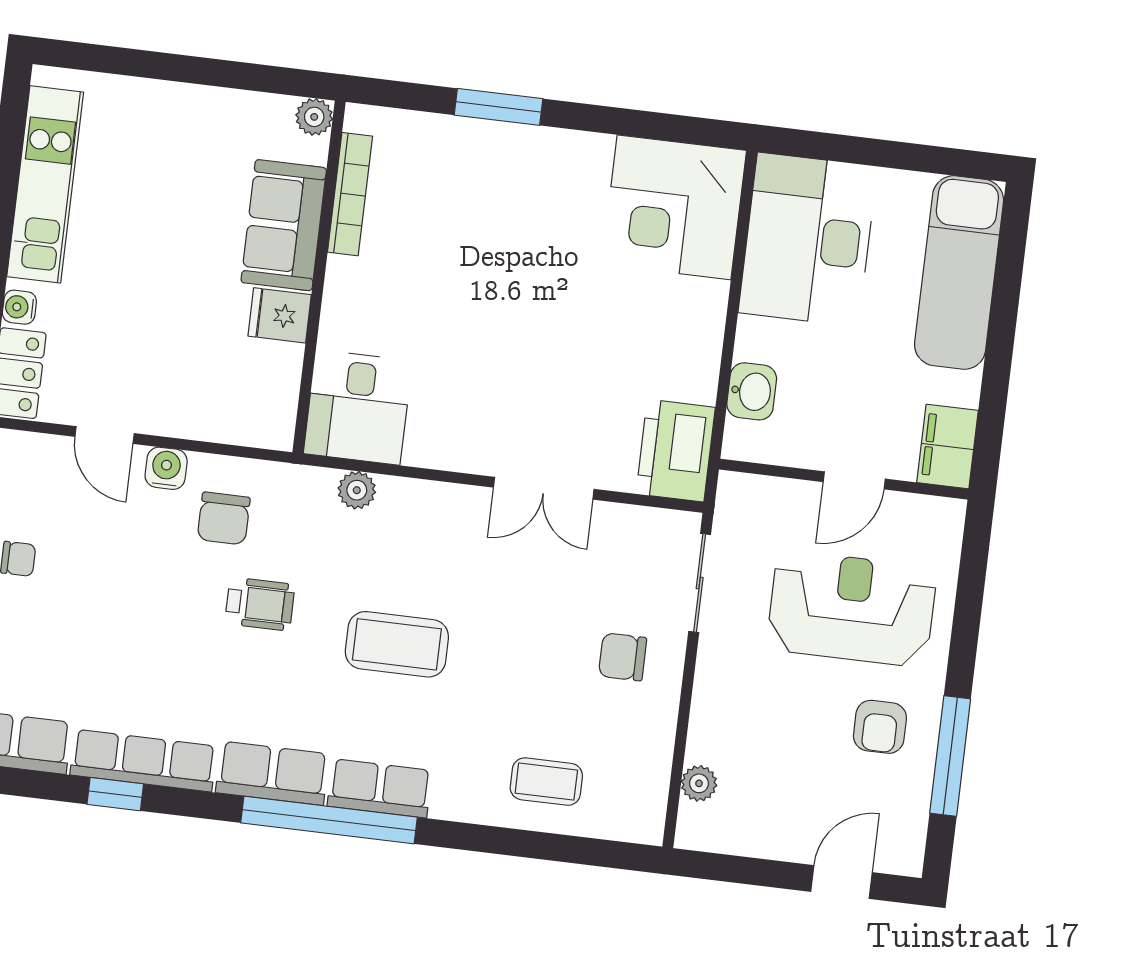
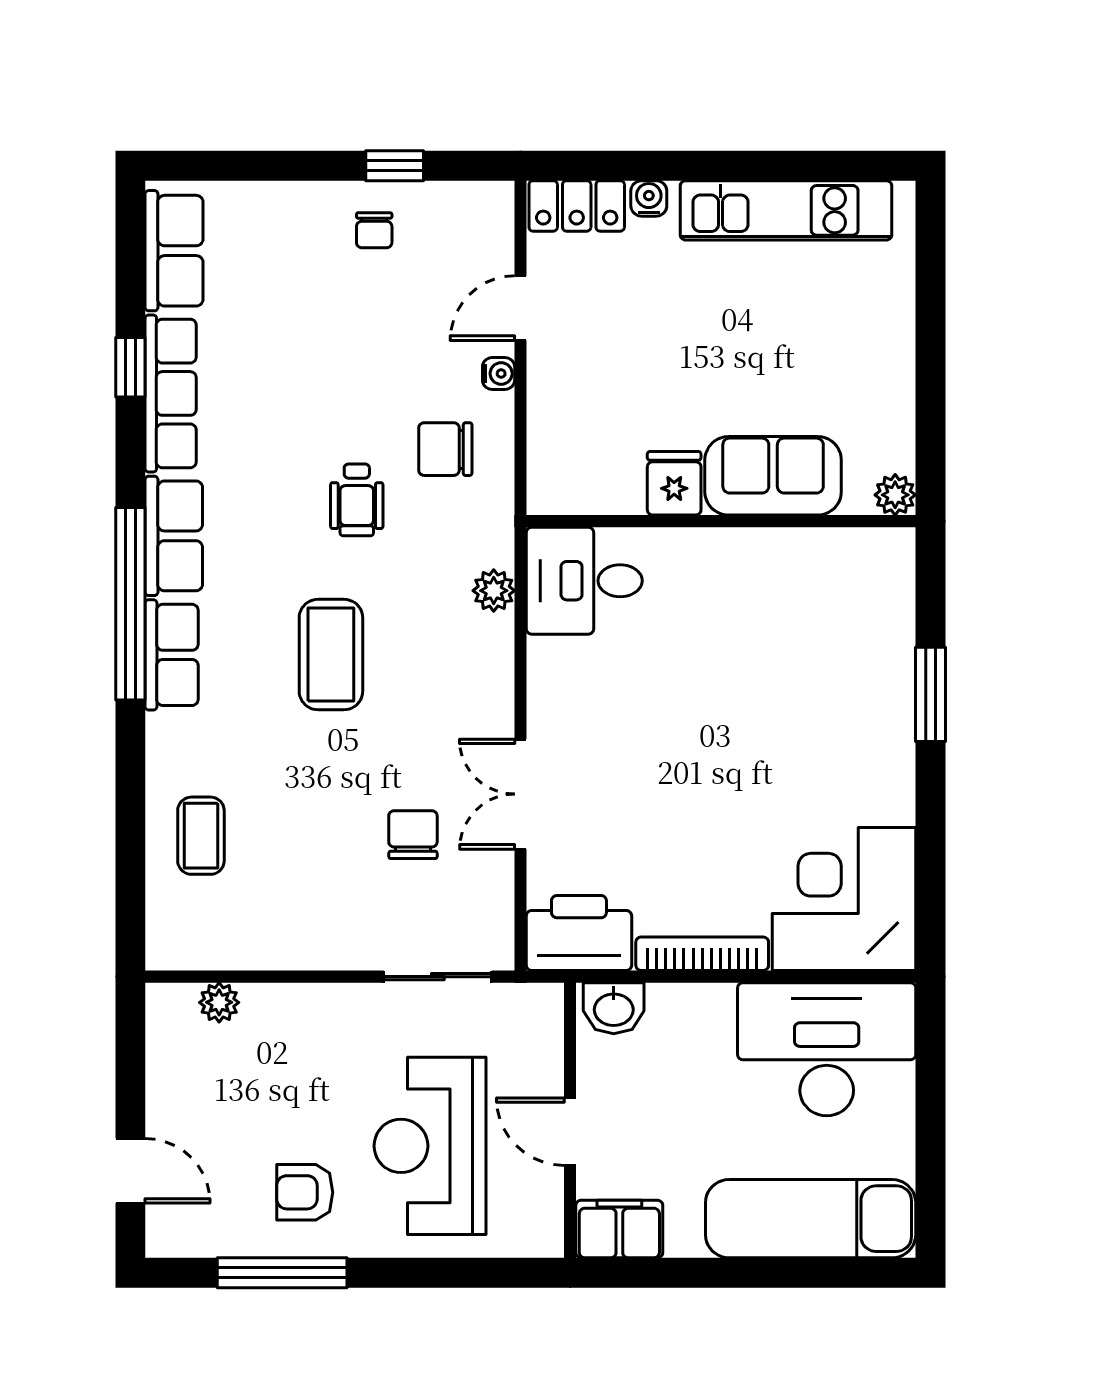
bookcase: (350, 194) -> (702, 954), moved, turned 180
washbasin: (752, 391) -> (614, 1008), moved
water cooler: (166, 468) -> (499, 374), width x0.72, depth x0.72
reception desk: (852, 608) -> (430, 1146), turned 180
chair: (623, 657) -> (413, 835), moved

